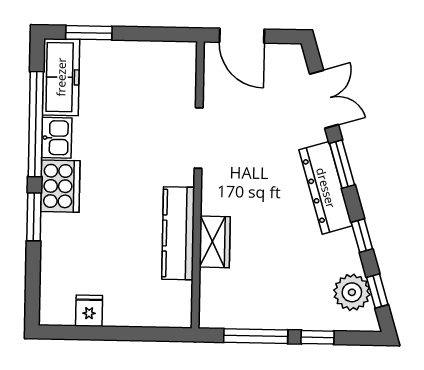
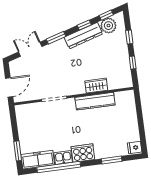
dresser: (326, 188) -> (83, 36), moved
window: (34, 217) -> (112, 160), moved
fridge: (89, 311) -> (135, 148), moved
window: (256, 336) -> (133, 63), width x0.46

